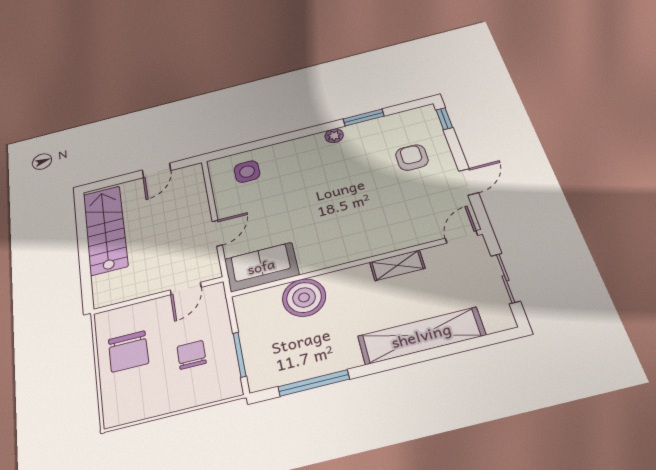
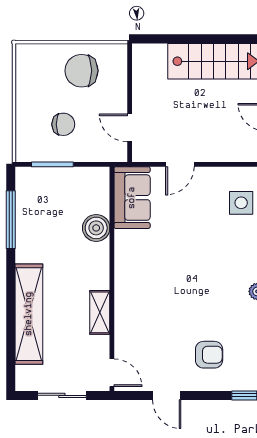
door: (217, 233) -> (180, 164), hinge flipped
boiler: (304, 297) -> (96, 228), width x0.73, depth x0.73

